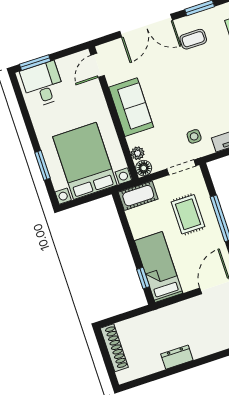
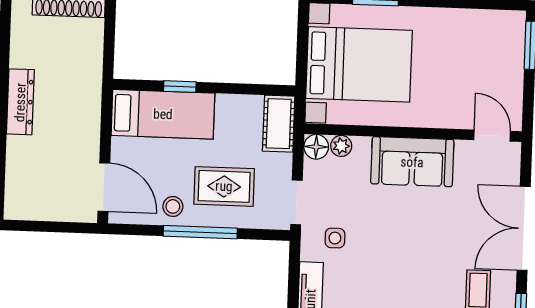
desk: (43, 84) -> (494, 45), removed
stool: (211, 240) -> (173, 206), added
window: (143, 278) -> (180, 87), moved
dresser: (177, 357) -> (20, 102), width x1.44

